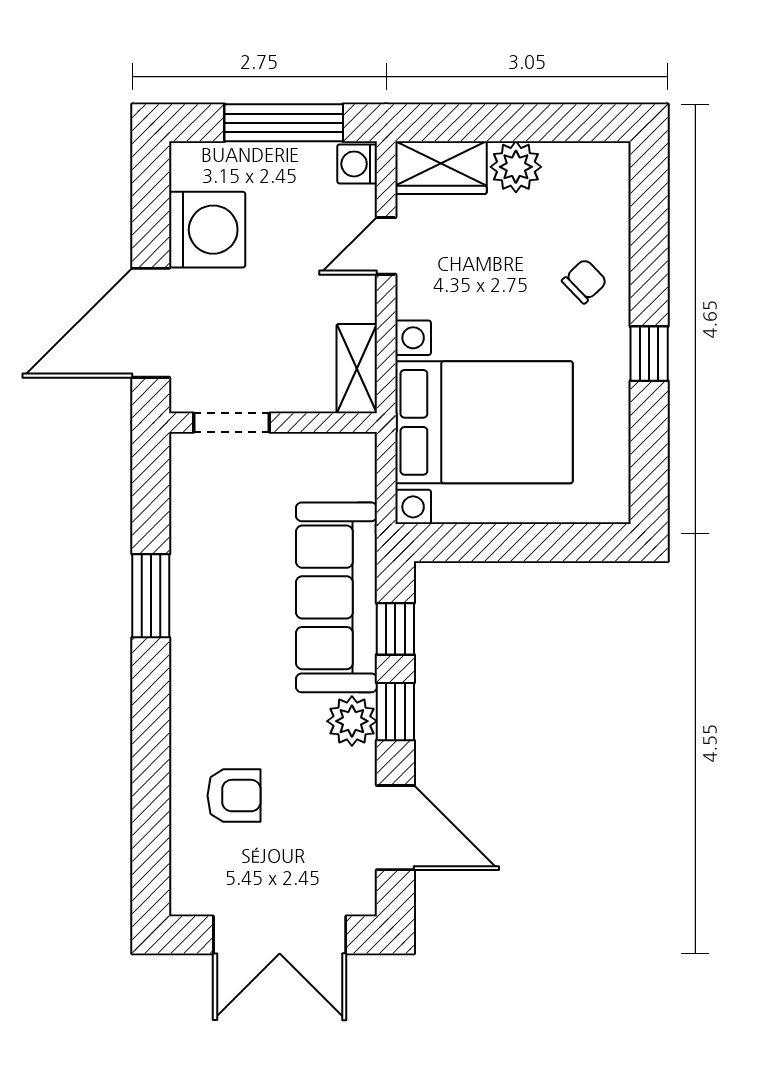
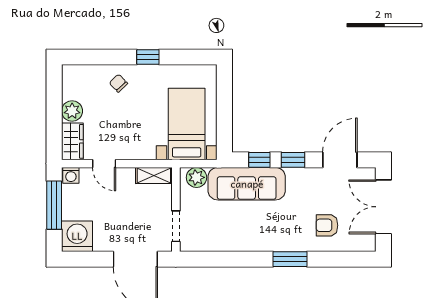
washing machine: (207, 230) -> (77, 236), moved
bed with nightstands: (484, 422) -> (187, 124), width x0.73
window: (151, 596) -> (290, 259), moved
plant: (352, 721) -> (196, 177), moved
armchair: (234, 796) -> (327, 225), turned -90
double door: (280, 935) -> (383, 207), swing flipped

